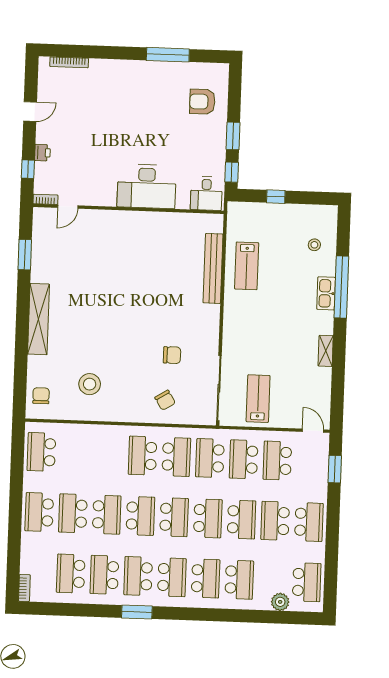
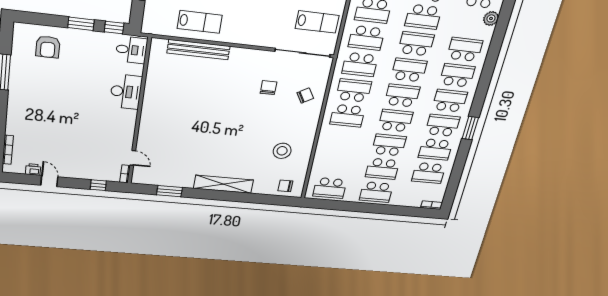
printer: (42, 153) -> (33, 169), moved
desk: (147, 186) -> (126, 92), width x0.73, depth x0.77
lab bench: (258, 399) -> (317, 22), turned 180
school desk: (138, 576) -> (443, 125), turned 180

